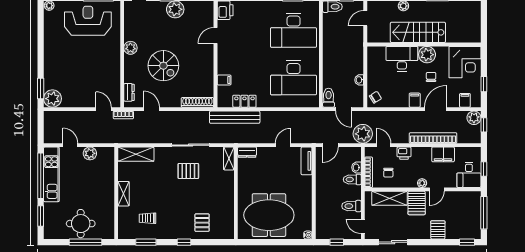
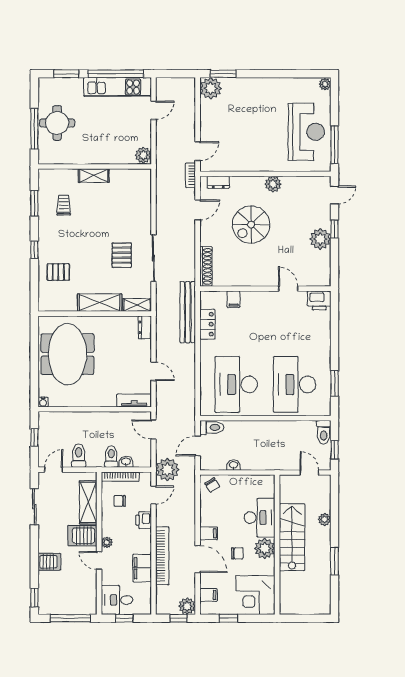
plant: (90, 153) -> (143, 155), moved
shelving: (136, 154) -> (100, 303), moved, turned 90

